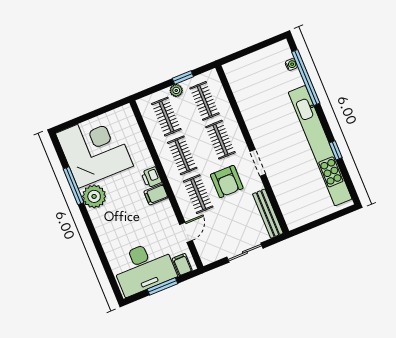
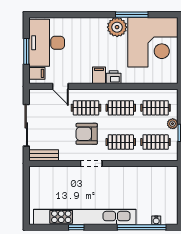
bench: (268, 214) -> (44, 155), width x0.73
sliding door: (245, 253) -> (26, 125), width x1.37

